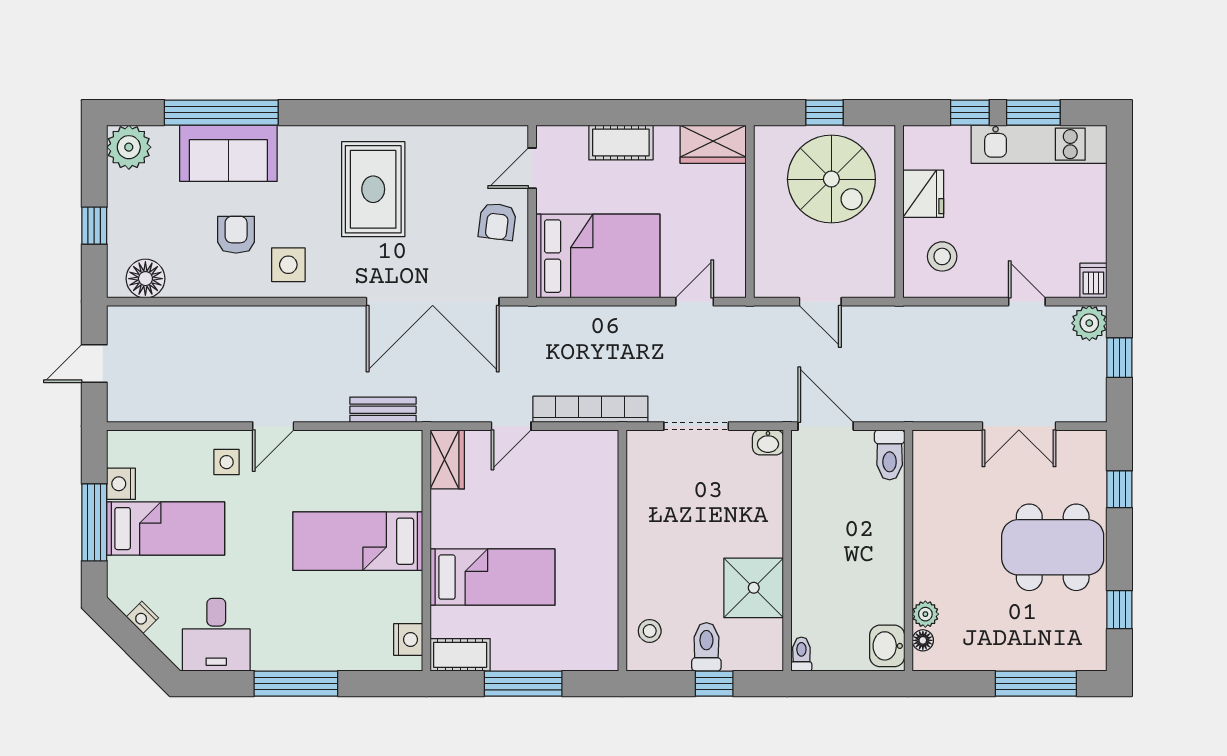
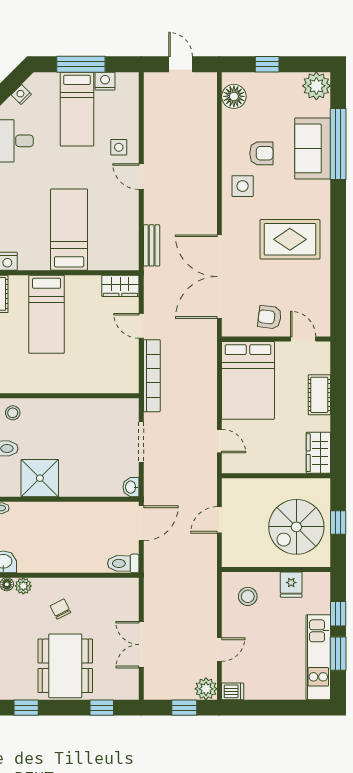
fridge: (923, 194) -> (291, 585), width x0.72
chair: (962, 555) -> (60, 609), added

